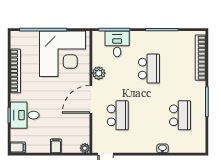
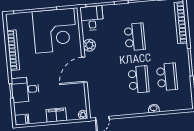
desk: (117, 44) -> (92, 18), moved
school desk: (118, 115) -> (139, 79), moved
filing cabinet: (56, 146) -> (56, 115), width x2.00

